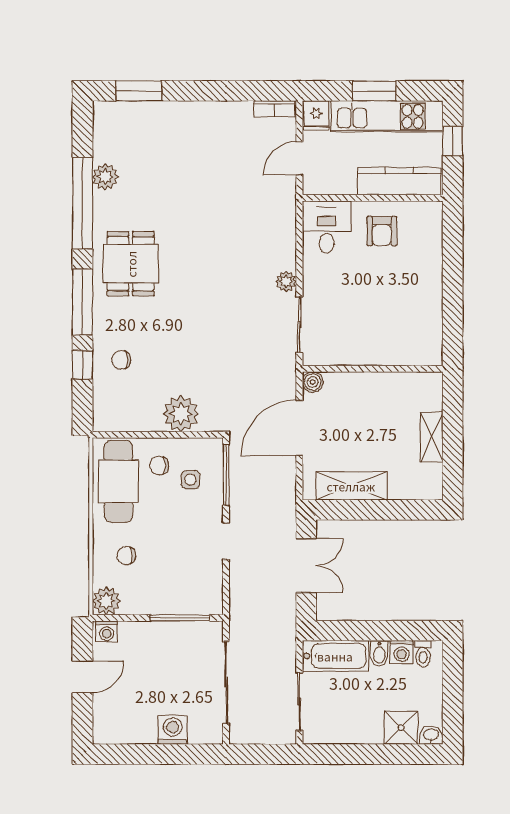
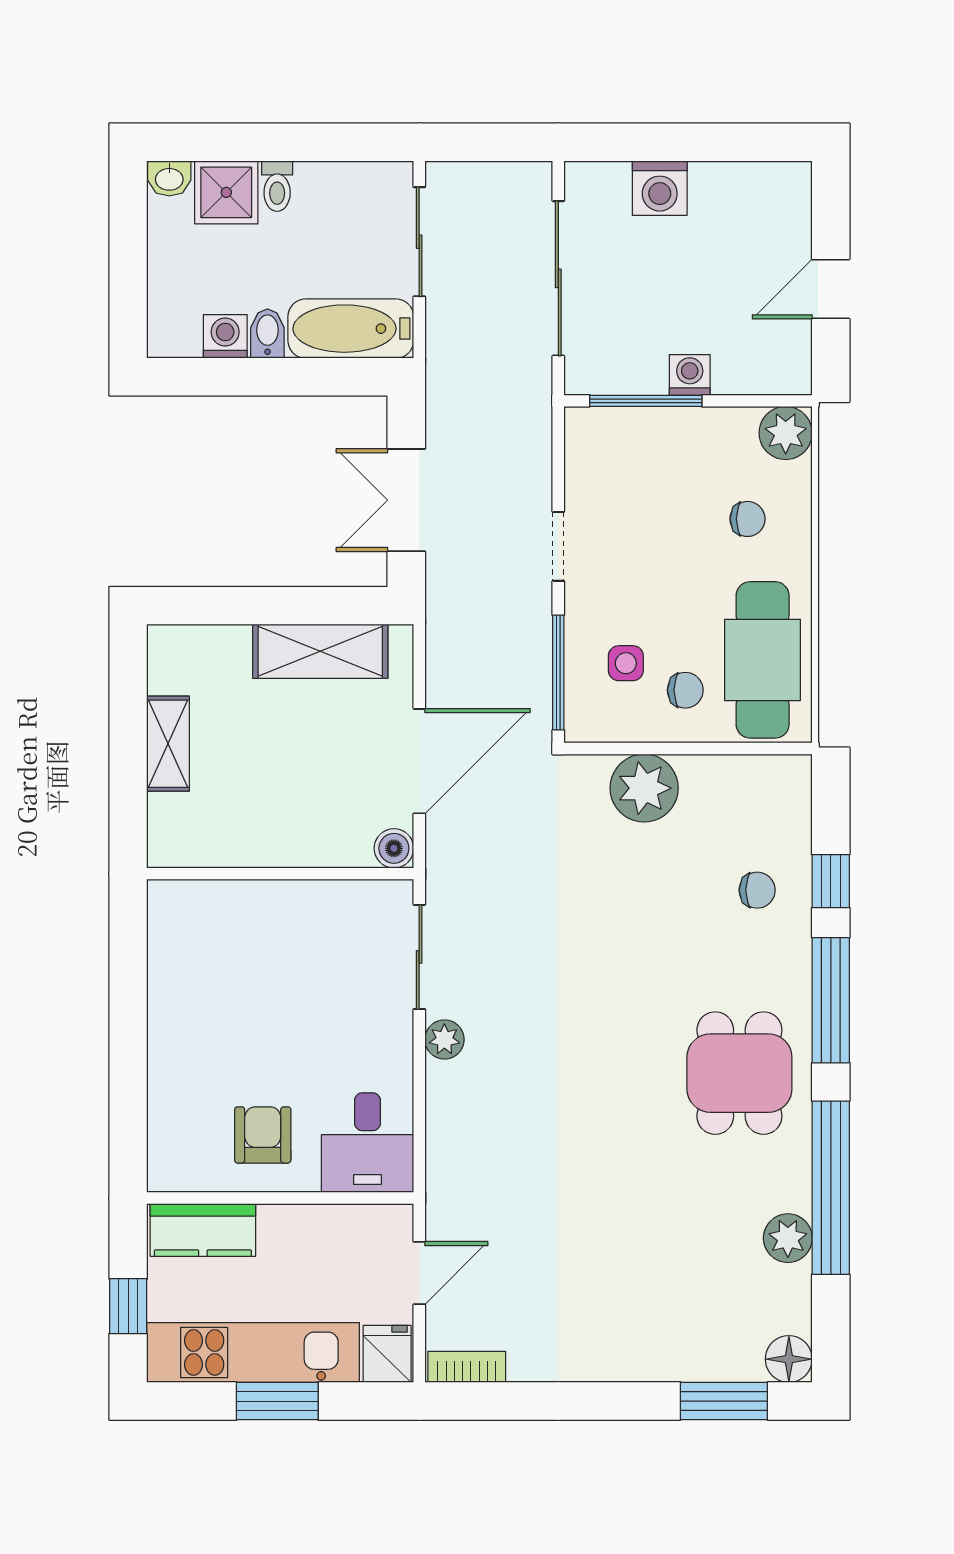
floor lamp: (105, 113) -> (789, 1359), added
kitchen counter: (399, 181) -> (203, 1230), width x0.67
washing machine: (107, 631) -> (690, 375), moved
toilet: (423, 654) -> (277, 186), moved, turned 180

